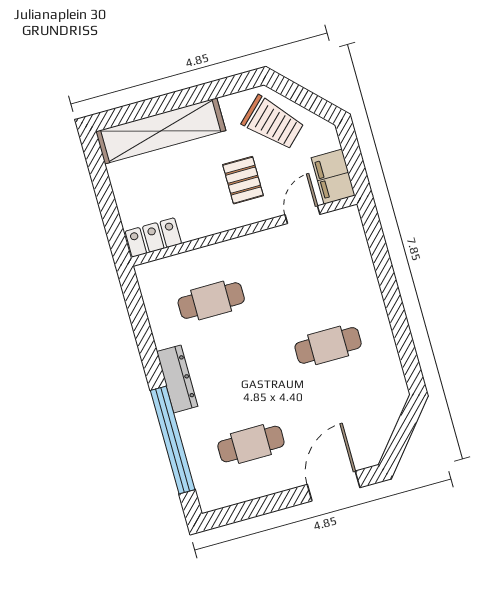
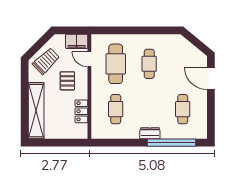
pallet: (243, 180) -> (67, 81), turned 90
locker: (153, 237) -> (81, 111), moved
cafe table: (308, 274) -> (116, 64), added
dresser: (177, 379) -> (150, 133), width x0.70

